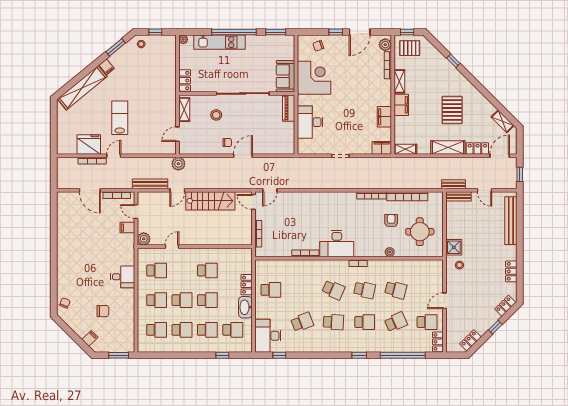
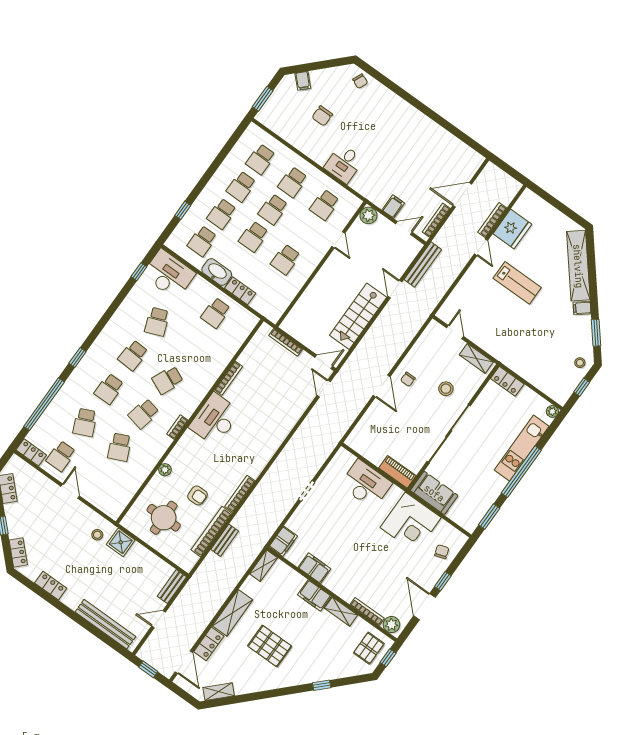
plant: (178, 164) -> (423, 310), removed
bench: (453, 184) -> (225, 540), moved
school desk: (396, 290) -> (120, 447), turned -39

